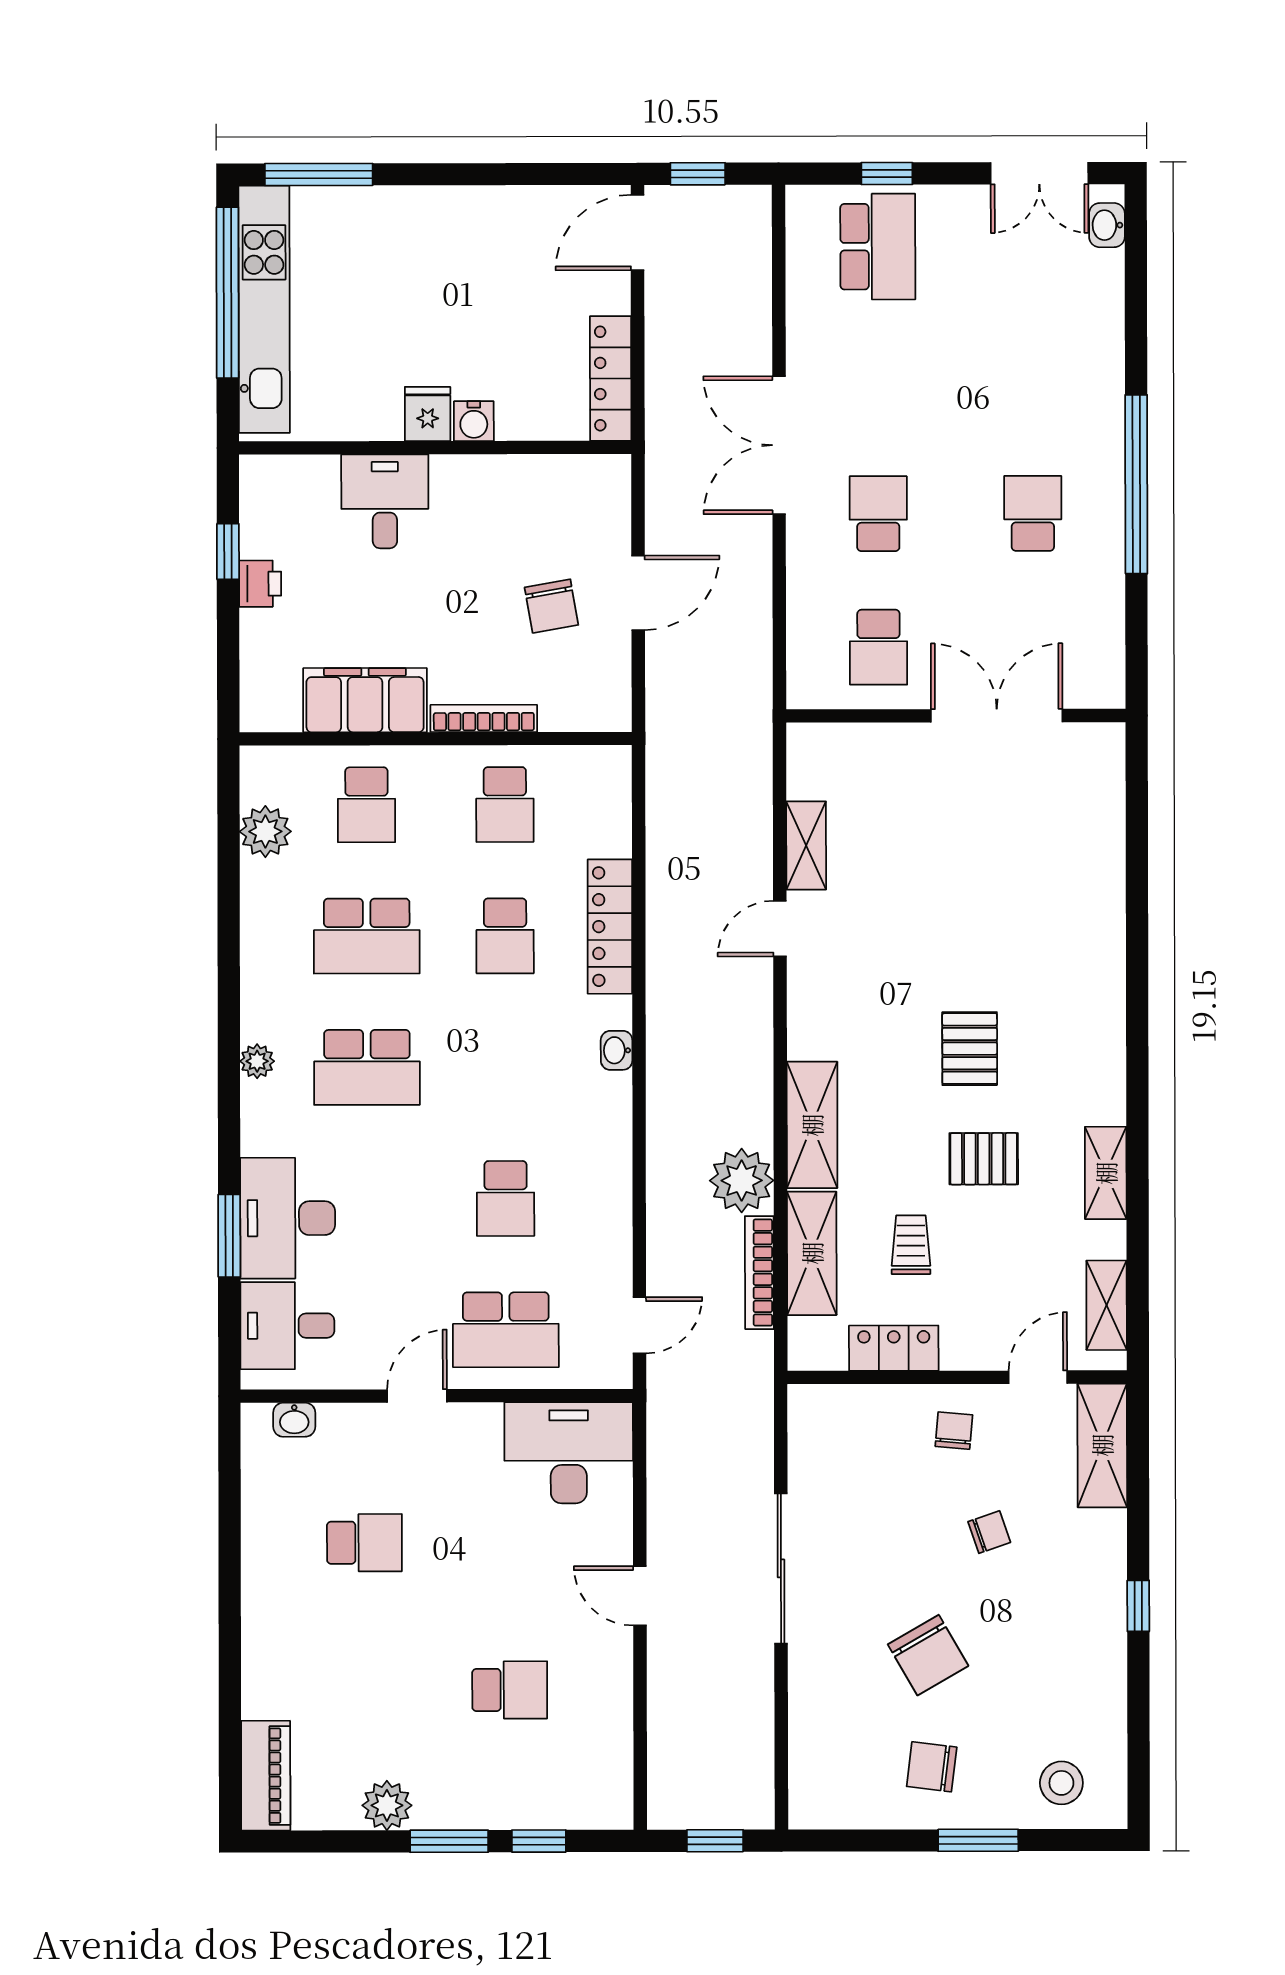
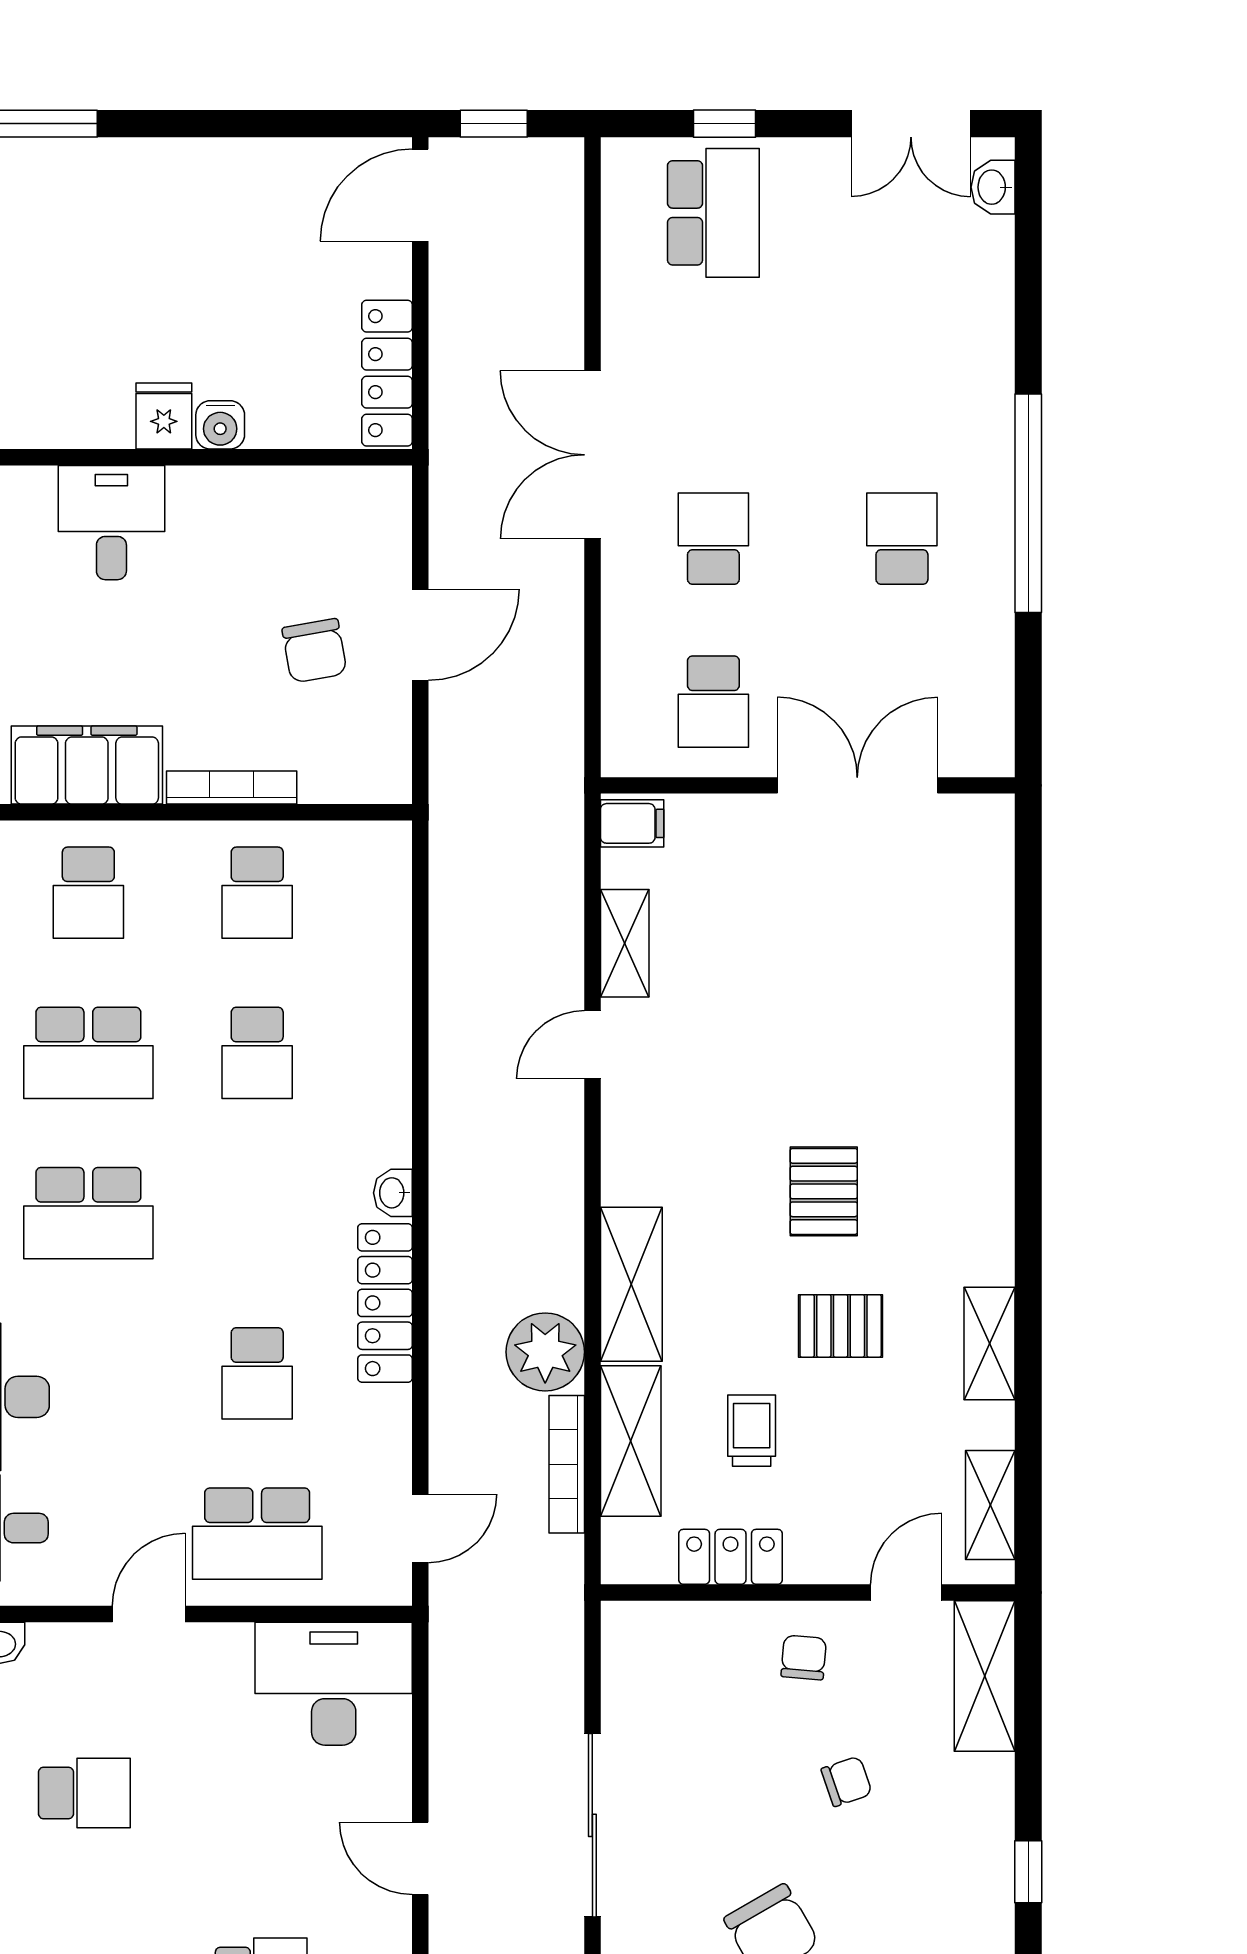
filing cabinet: (812, 747) -> (632, 823), added
locker: (610, 927) -> (385, 1303), moved

